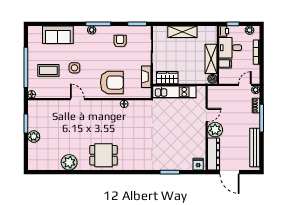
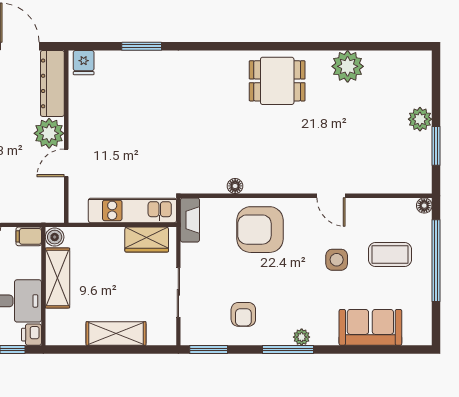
filing cabinet: (225, 63) -> (29, 236), moved
fireplace: (146, 77) -> (190, 220), moved

